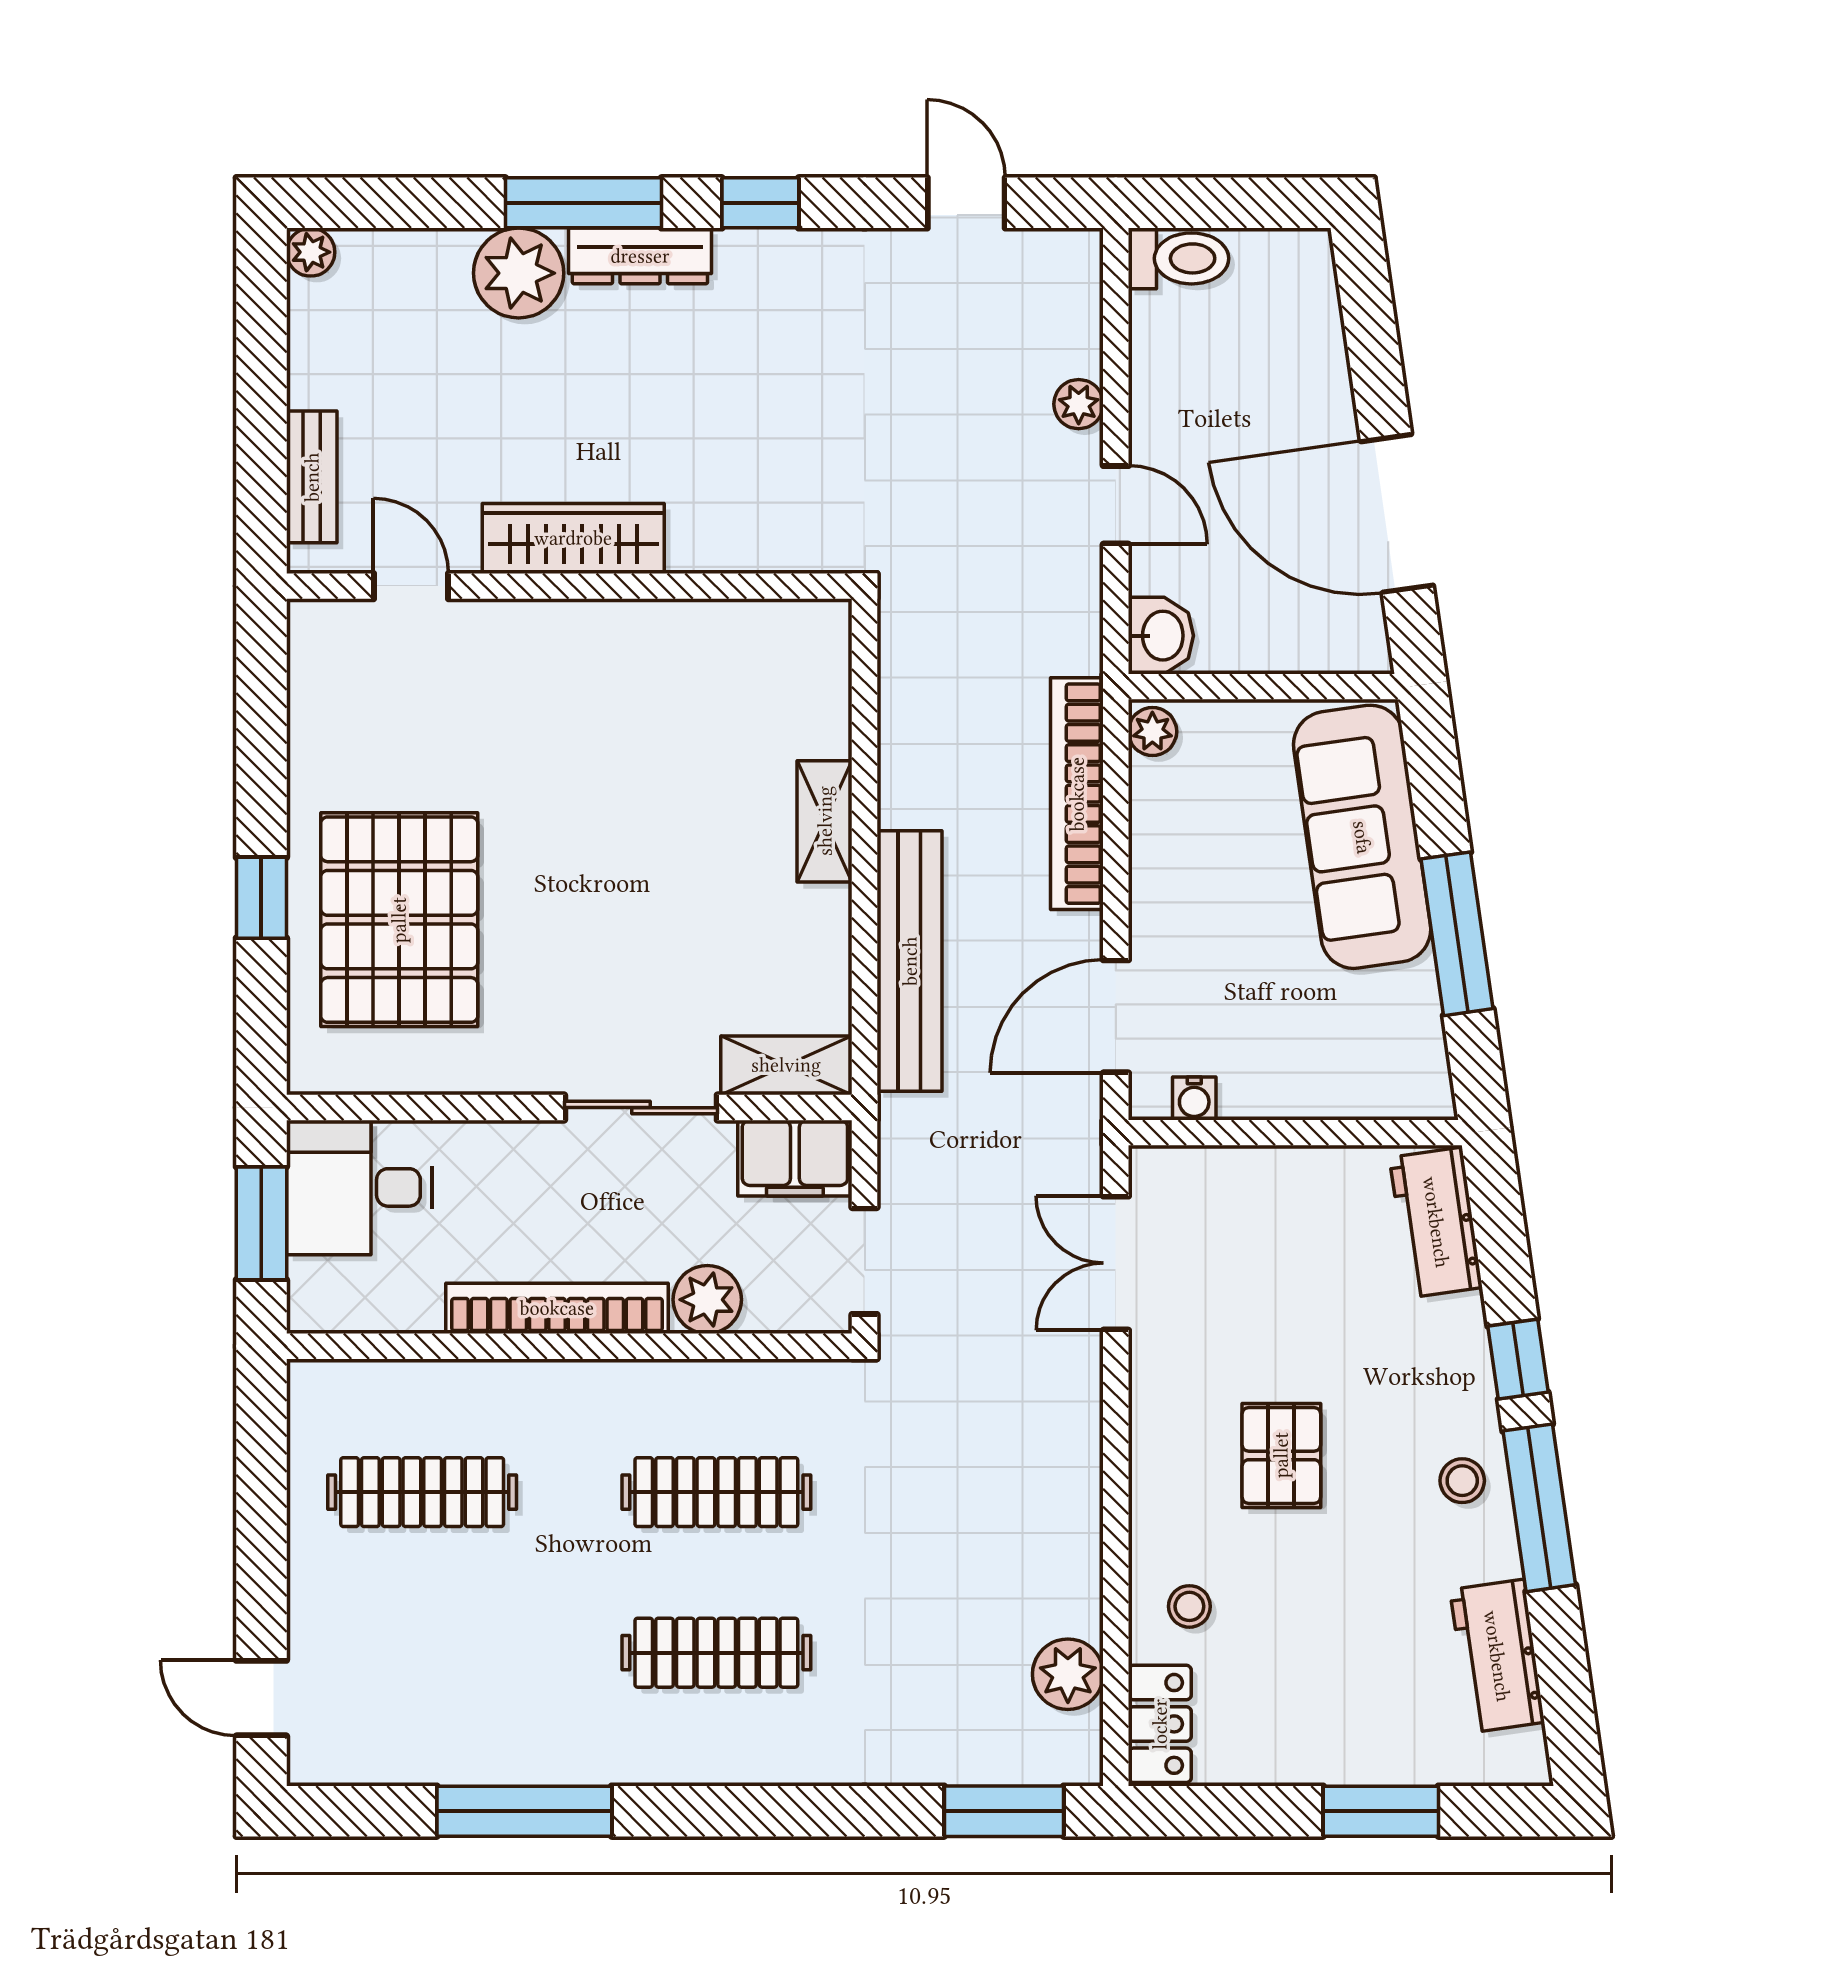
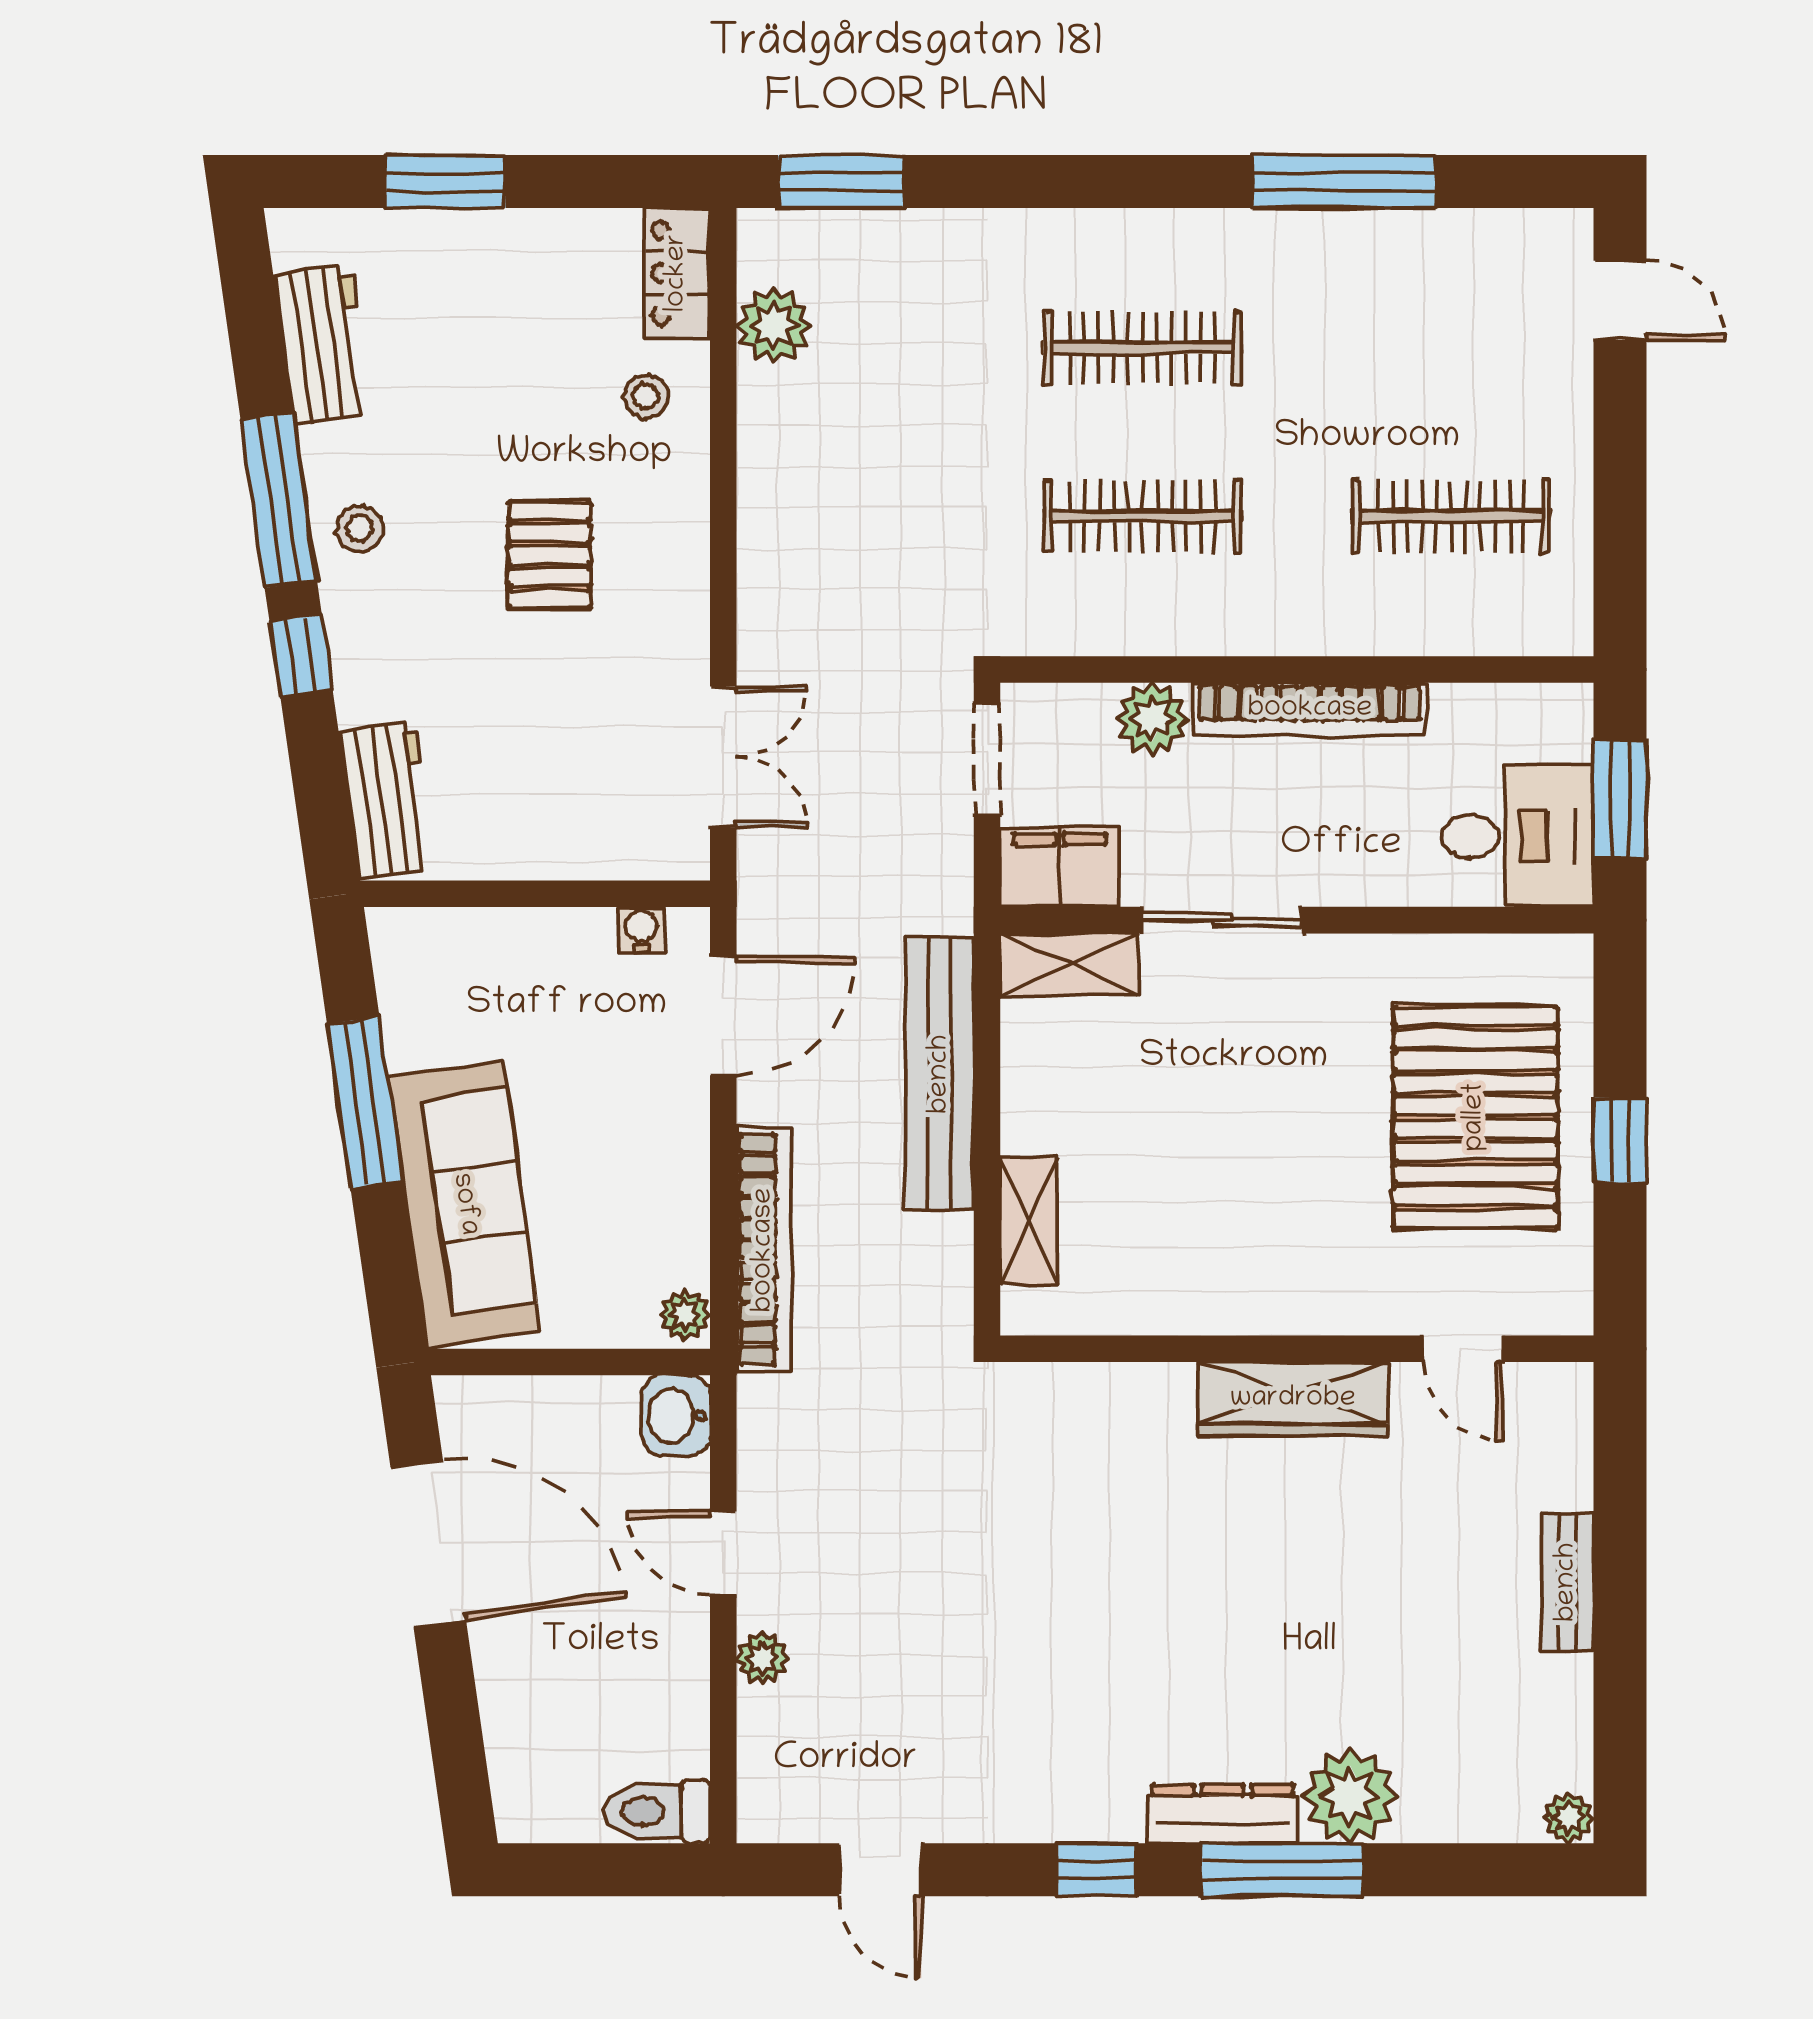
wardrobe: (573, 538) -> (1293, 1399), moved
door: (411, 586) -> (1463, 1349), moved
wall: (569, 586) -> (1297, 1349), moved

